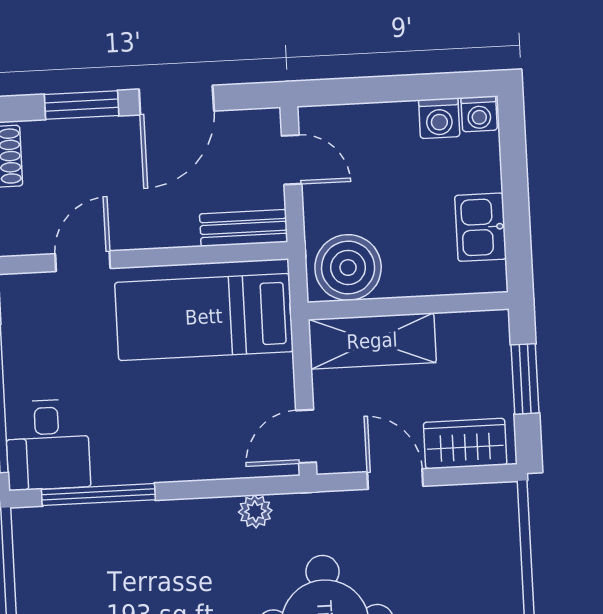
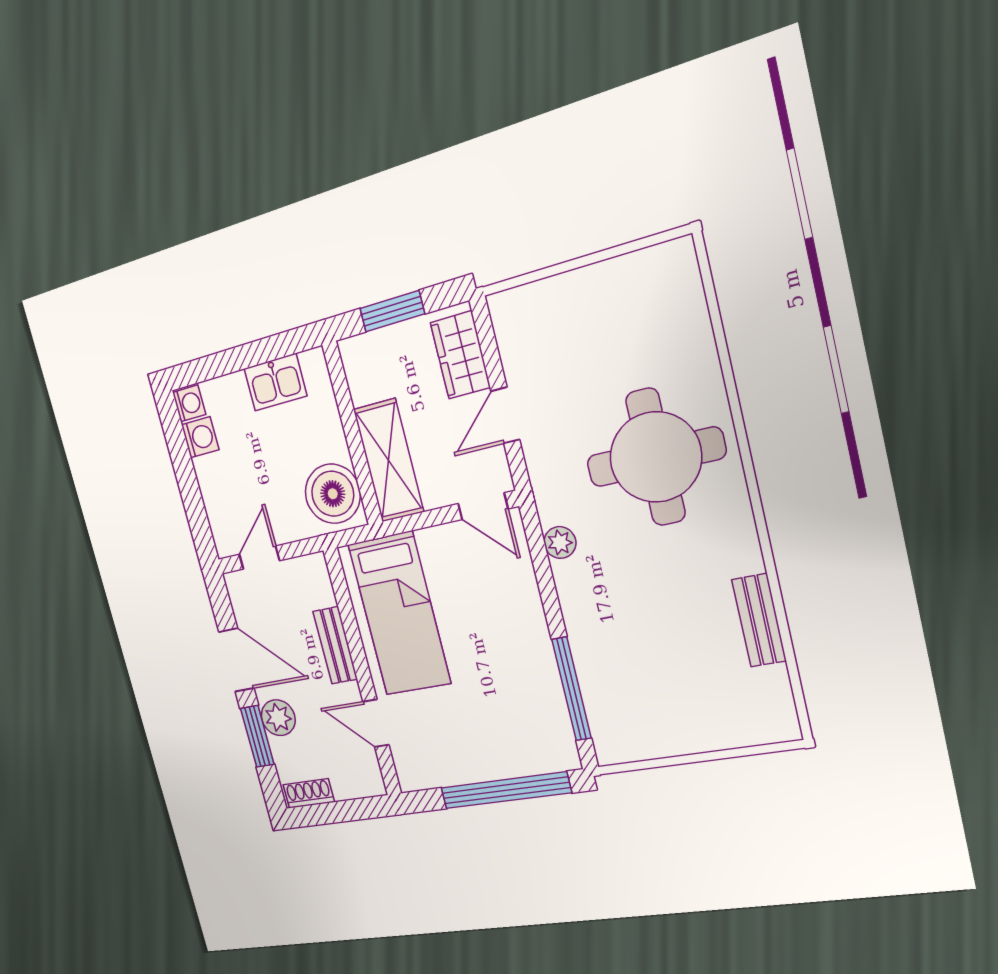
plant: (101, 138) -> (278, 718), added
bench: (244, 228) -> (335, 645), moved
desk: (48, 445) -> (535, 739), removed

